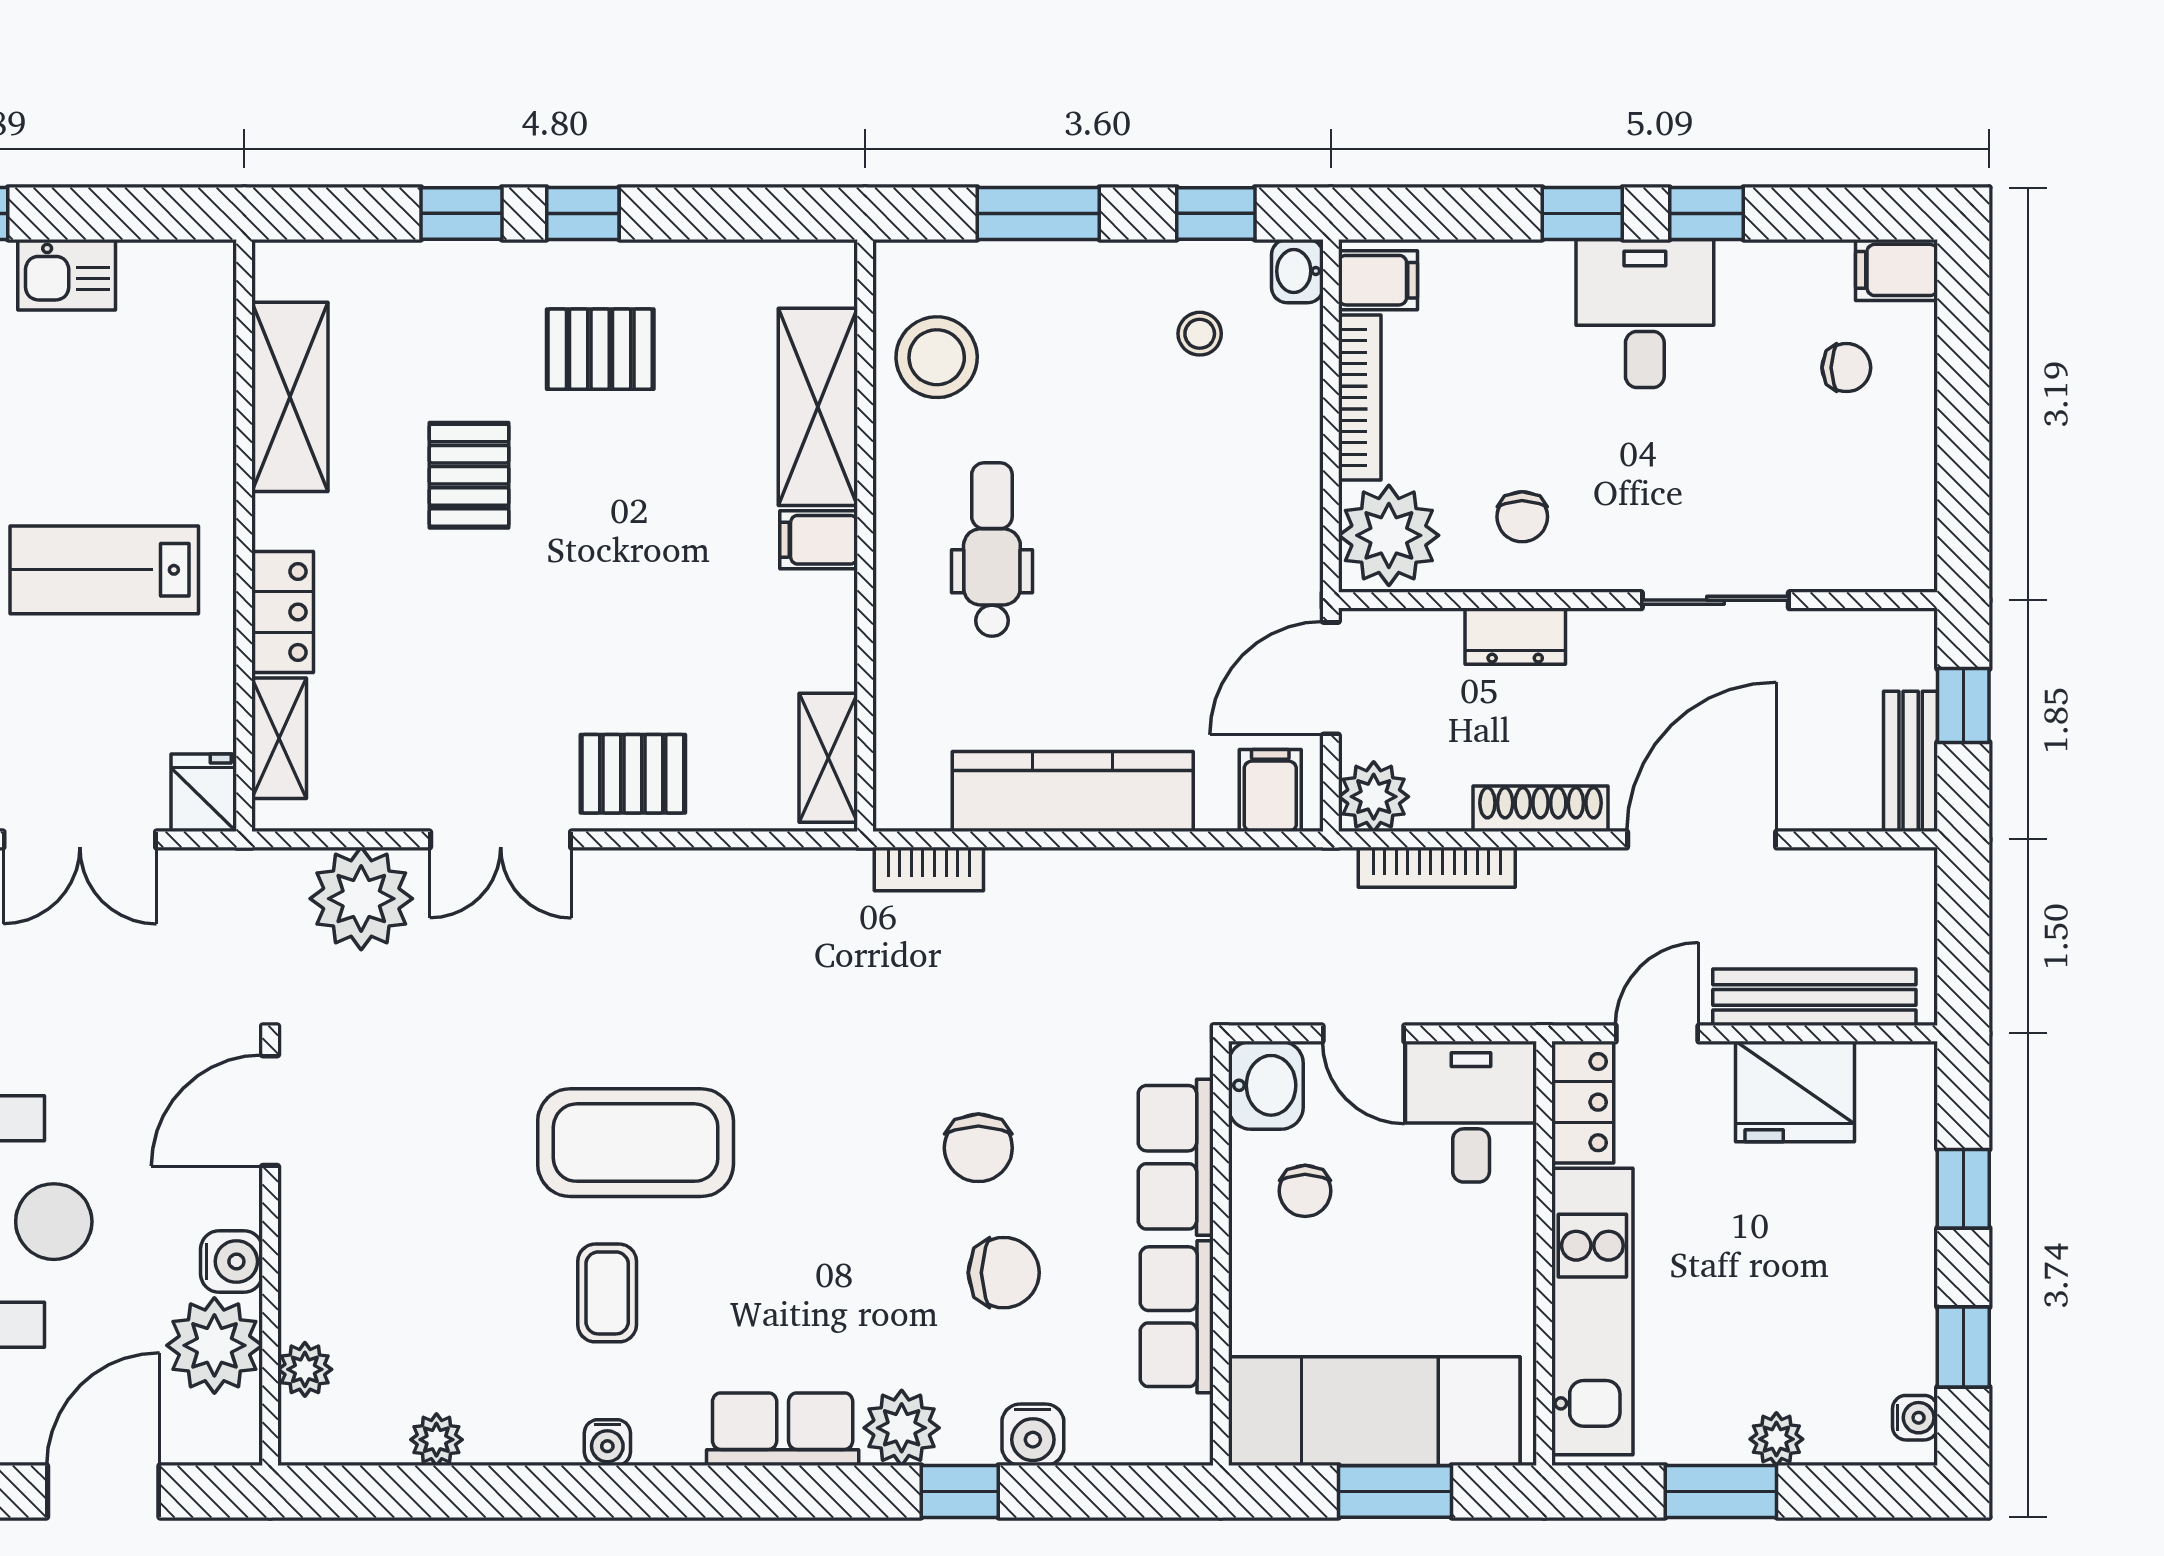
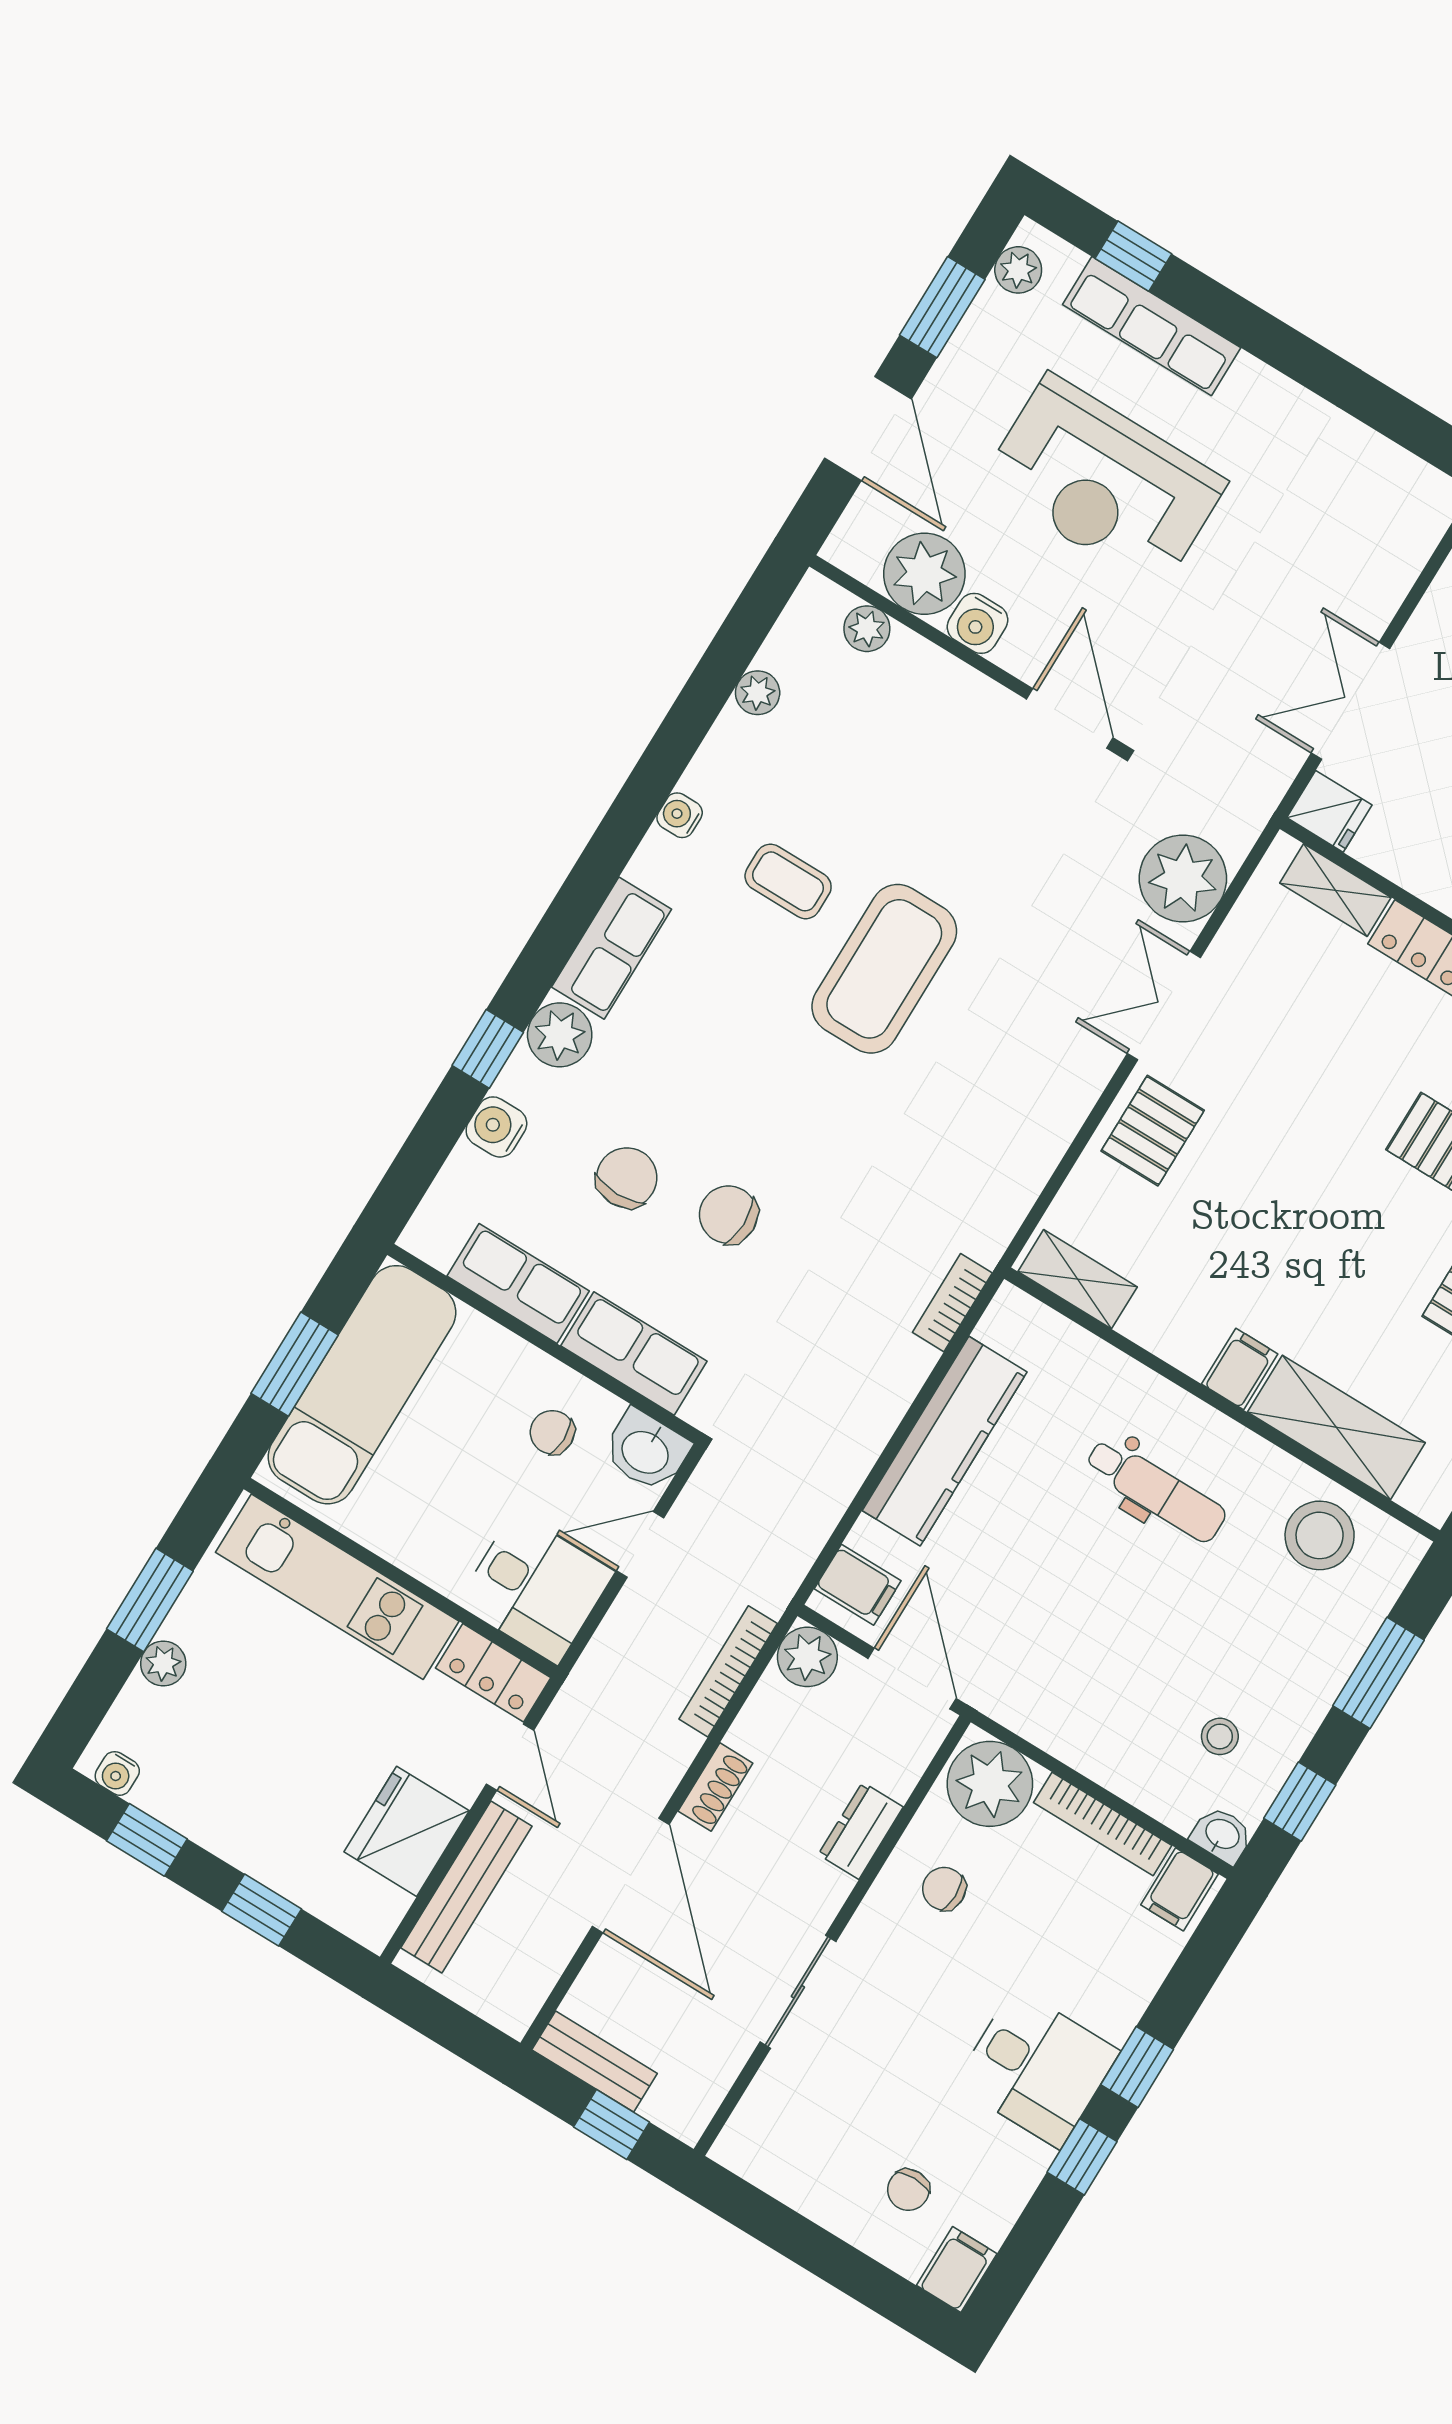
shoe rack: (1540, 809) -> (715, 1787), width x0.70
chair: (1004, 1273) -> (627, 1178), turned 180

